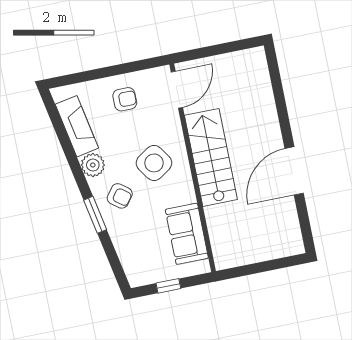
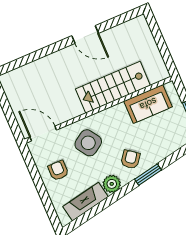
stairs: (211, 157) -> (113, 87), moved
side table: (154, 163) -> (88, 143), moved
door: (294, 171) -> (85, 35), width x0.73

